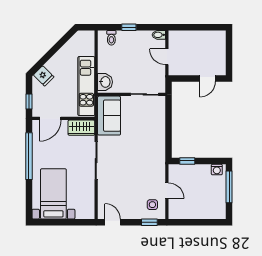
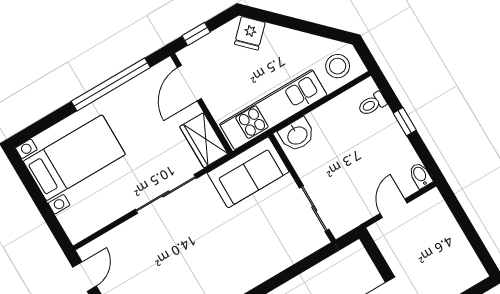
stool: (84, 43) -> (338, 66), added
door: (50, 118) -> (189, 83), hinge flipped

